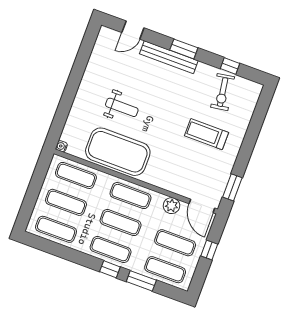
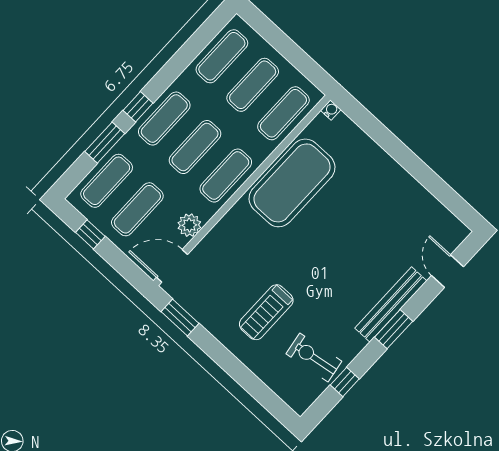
weight bench: (122, 107) -> (350, 213), removed
treadmill: (206, 134) -> (266, 312), turned 180
window: (209, 250) -> (90, 234), moved

